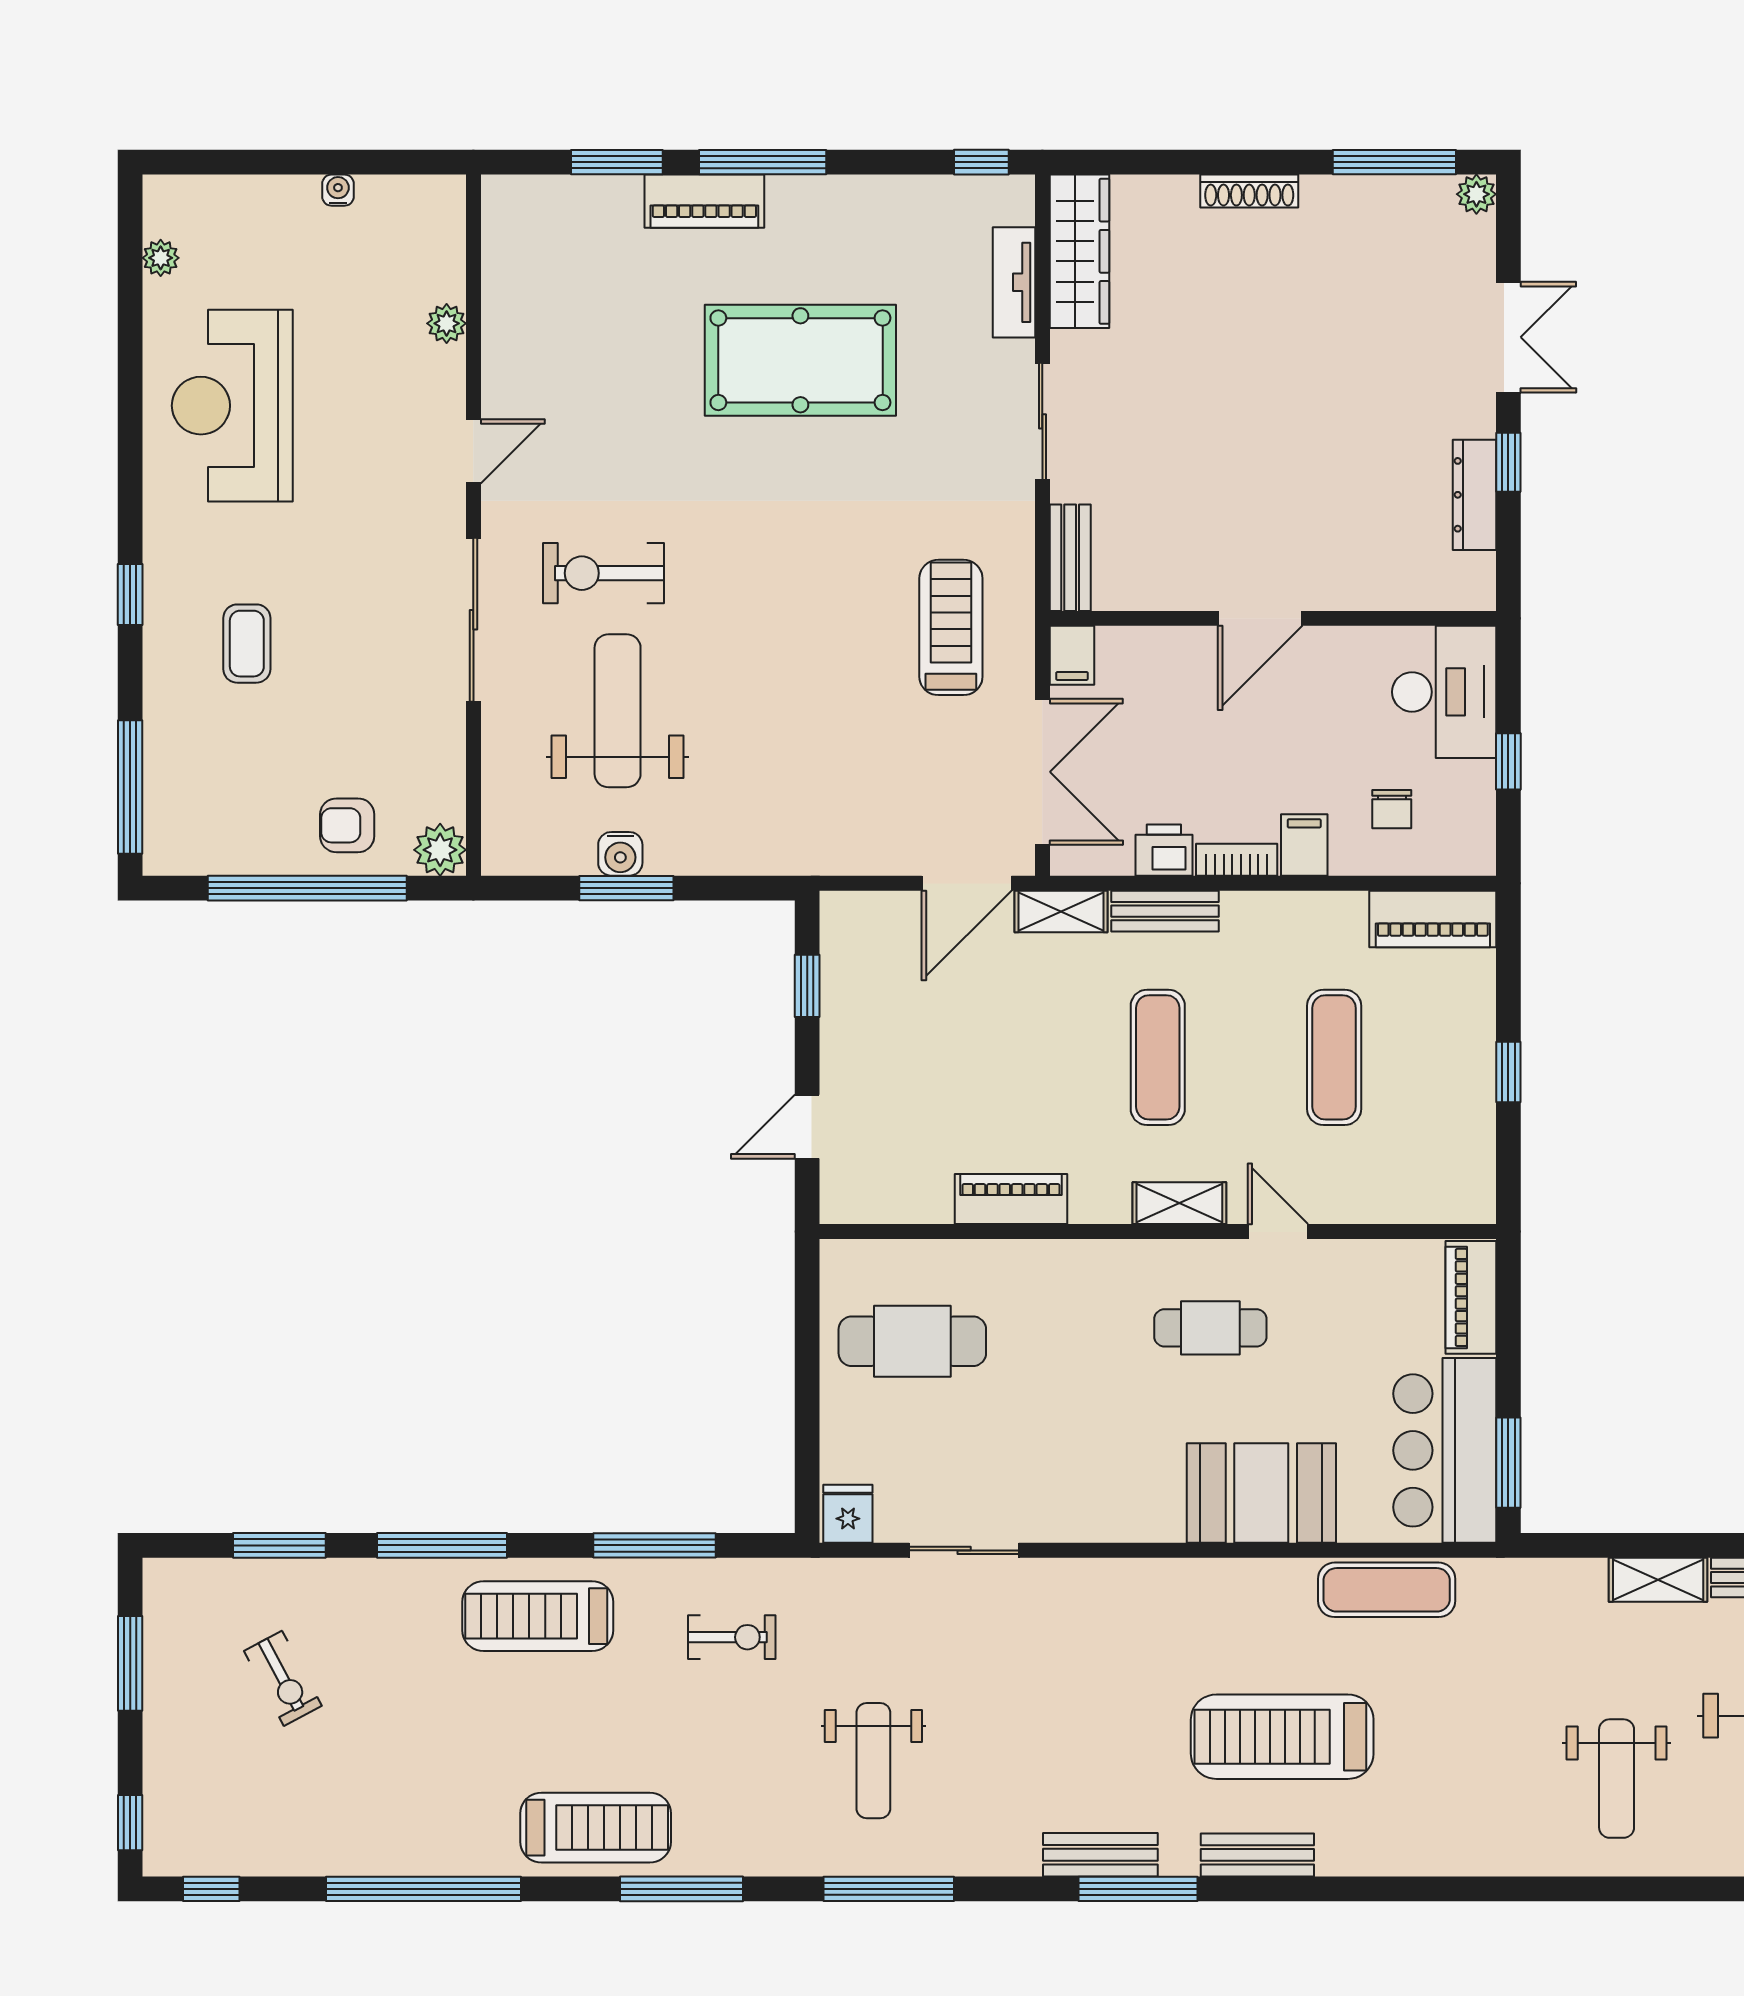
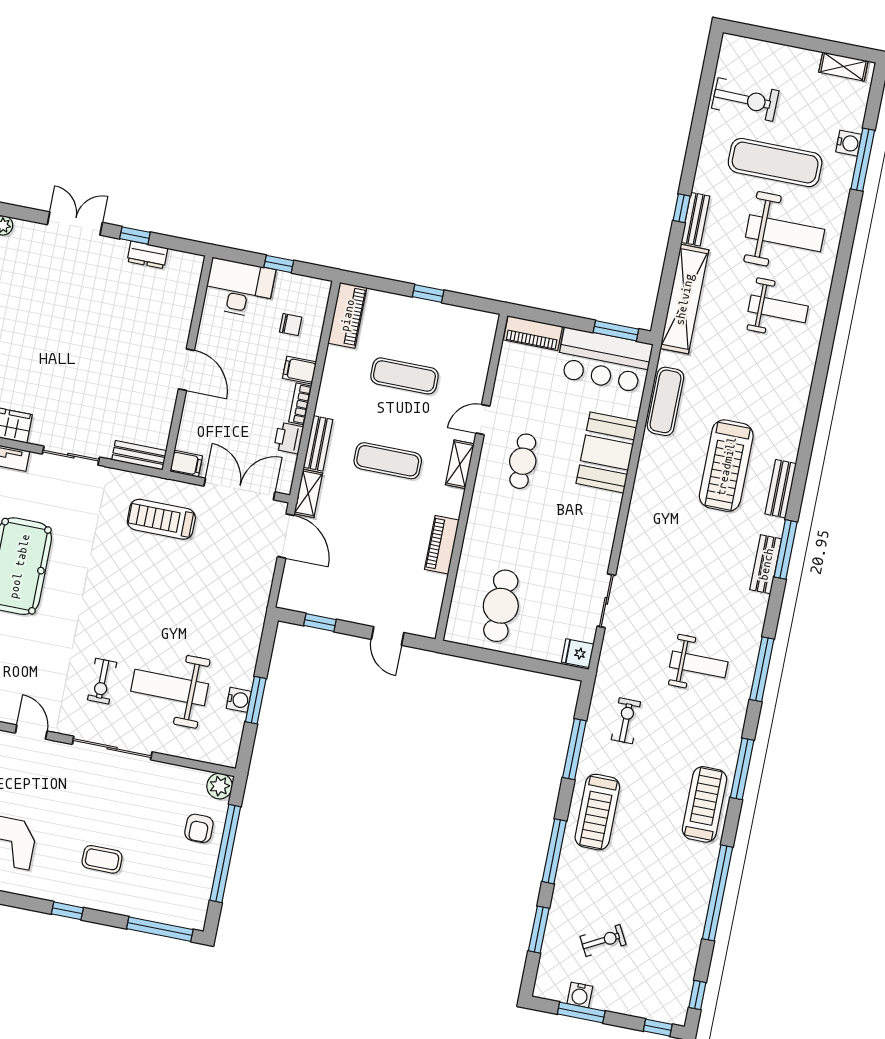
dresser: (1475, 495) -> (147, 255), width x0.70
exercise bike: (604, 573) -> (102, 681), width x0.73, depth x0.72
shelving: (1658, 1580) -> (684, 299), width x2.20, depth x1.33
water cooler: (165, 1654) -> (580, 995), added

